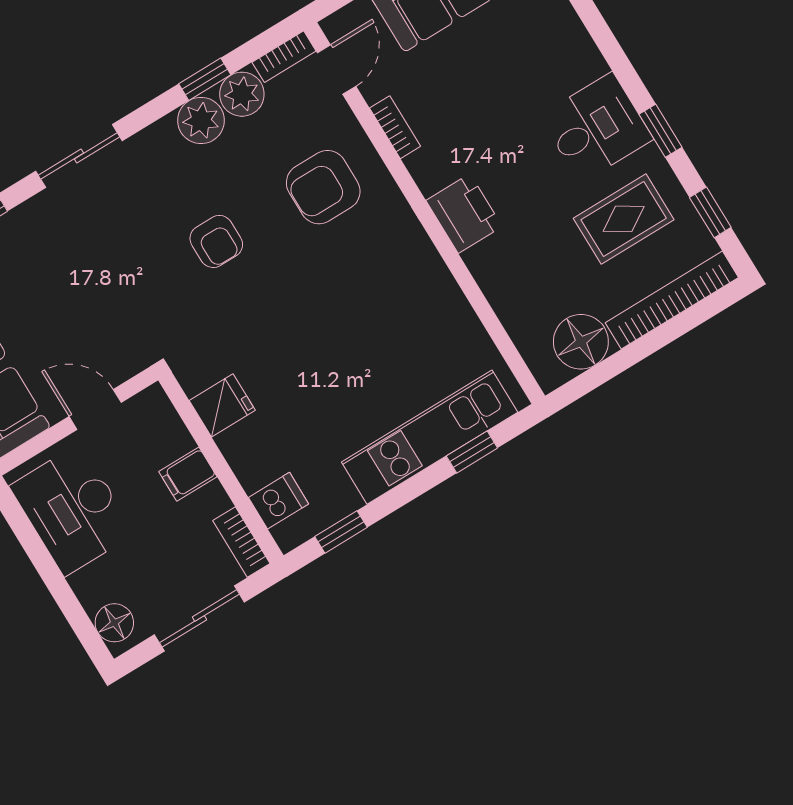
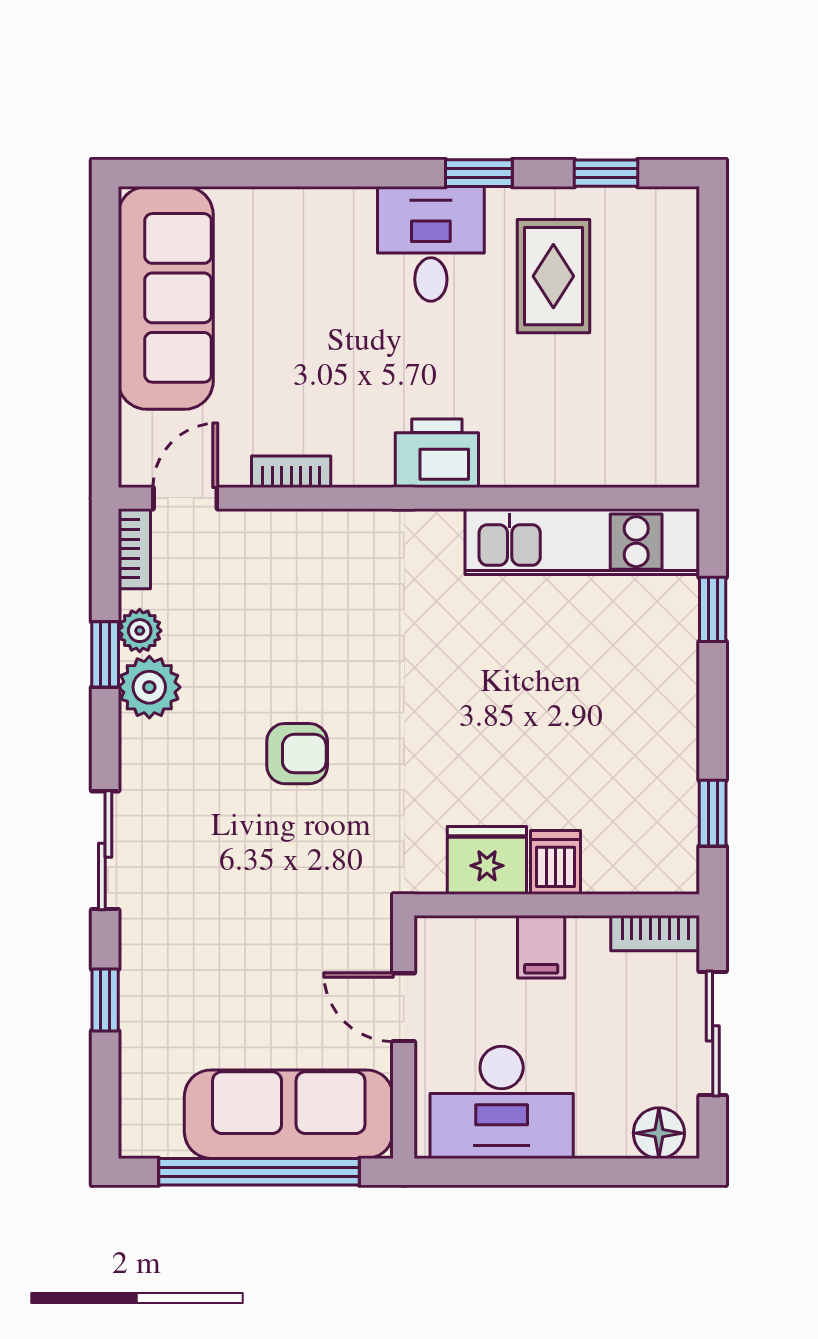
door: (337, 69) -> (185, 498), hinge flipped
plant: (242, 94) -> (140, 631), width x0.73, depth x0.73
armchair: (323, 187) -> (309, 595), removed
bookcase: (672, 300) -> (679, 278), removed
floor lamp: (581, 342) -> (663, 410), removed
fridge: (222, 405) -> (487, 860), width x1.38
door: (95, 409) -> (404, 1007), hinge flipped
kitchen unit: (430, 437) -> (582, 542), moved, turned -90
dishwasher: (278, 501) -> (555, 862), moved

